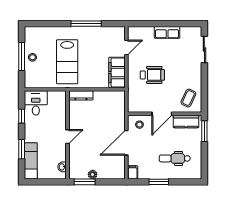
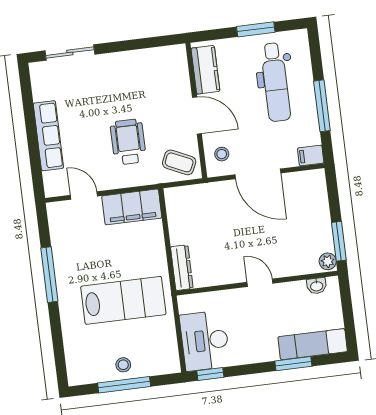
row of seats: (167, 32) -> (48, 136), width x1.48
coffee table: (188, 98) -> (179, 162), moved
desk: (36, 103) -> (205, 341), width x1.37
window: (22, 116) -> (210, 374), moved
window: (204, 131) -> (256, 29), moved
dental chair: (175, 158) -> (276, 82), width x1.36, depth x1.38
plant: (93, 174) -> (328, 261), moved
window: (159, 182) -> (322, 106), width x1.44

